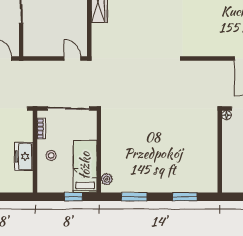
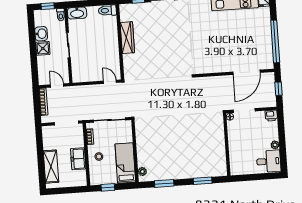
window: (73, 197) -> (108, 187), moved

